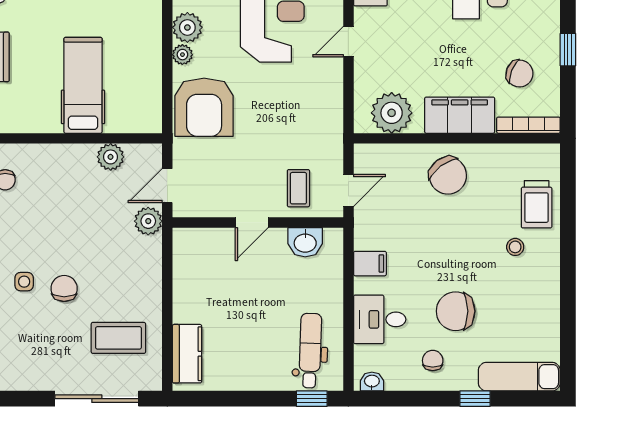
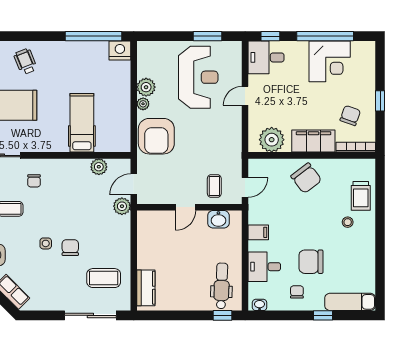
chair: (520, 74) -> (350, 115), turned -92

